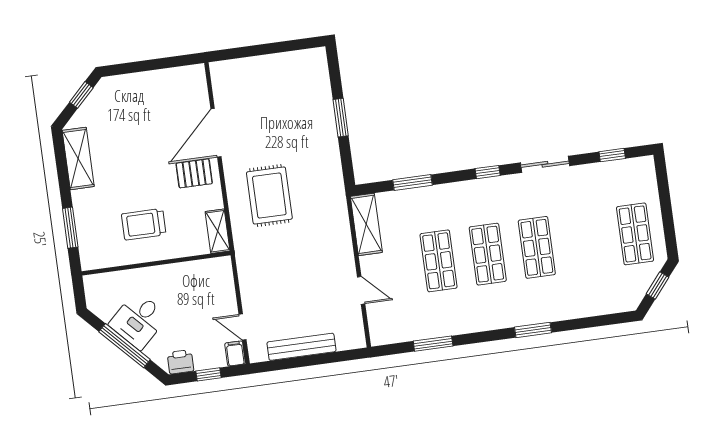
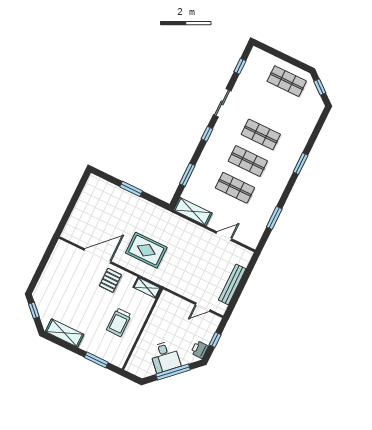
door: (216, 133) -> (97, 256), swing flipped
filing cabinet: (235, 353) -> (213, 320), removed

